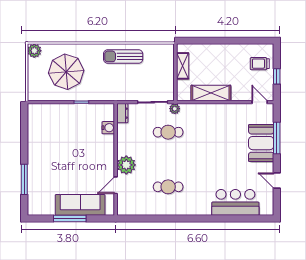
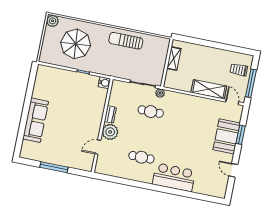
window: (277, 76) -> (251, 83), width x2.17
shelving: (211, 93) -> (209, 89), moved
dresser: (122, 113) -> (110, 114), moved
water cooler: (108, 128) -> (104, 83), moved
window: (277, 138) -> (241, 135), width x0.69
window: (24, 179) -> (22, 127), removed
bar counter: (235, 202) -> (174, 177), moved
sofa: (80, 205) -> (36, 120), moved, turned 90

